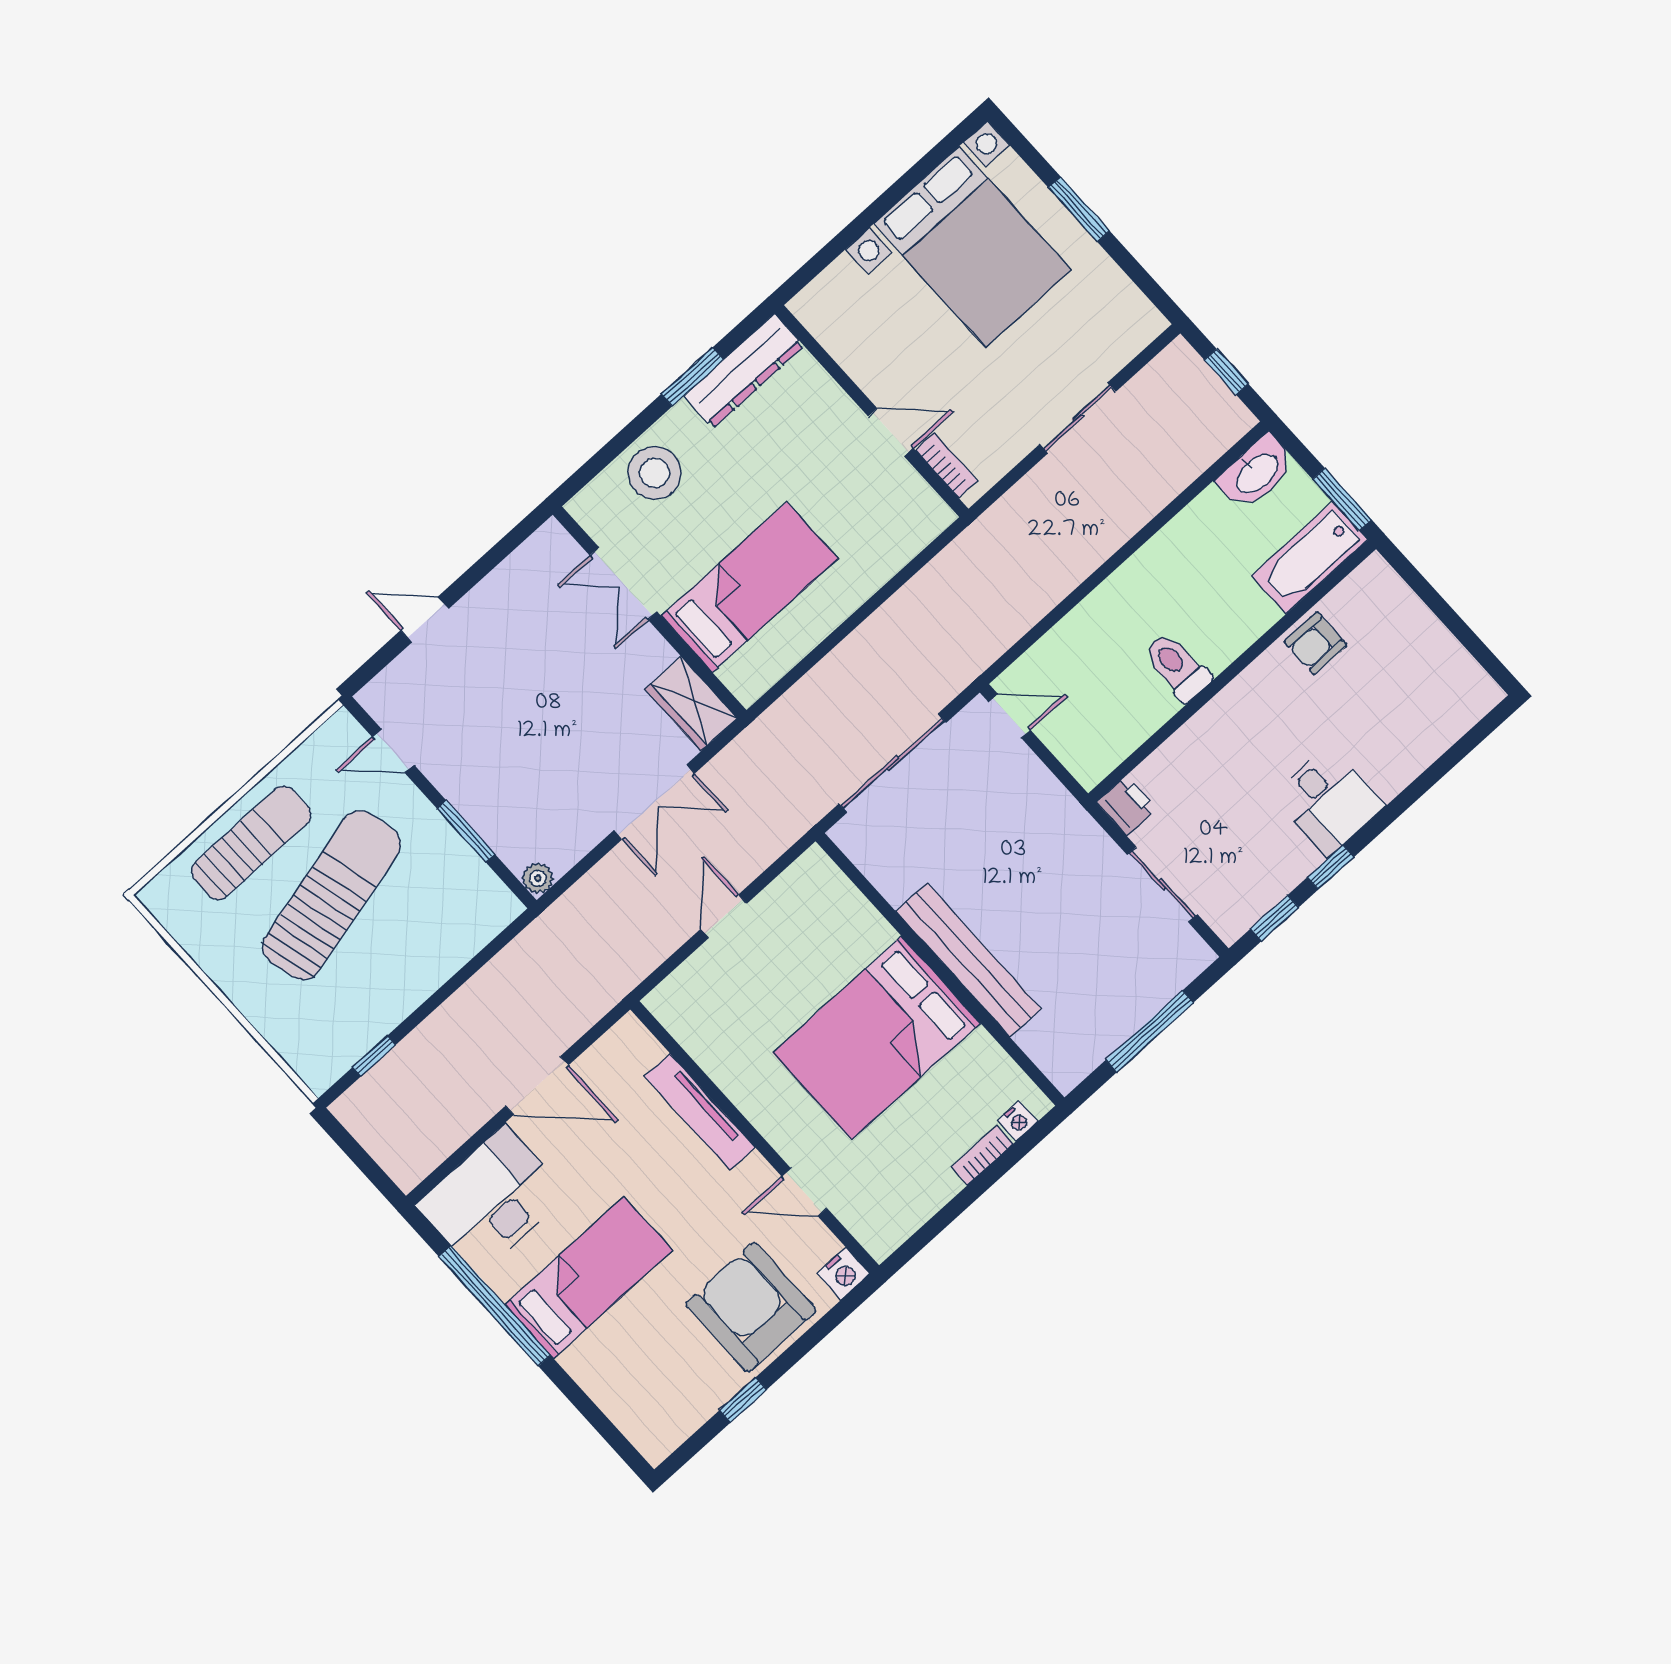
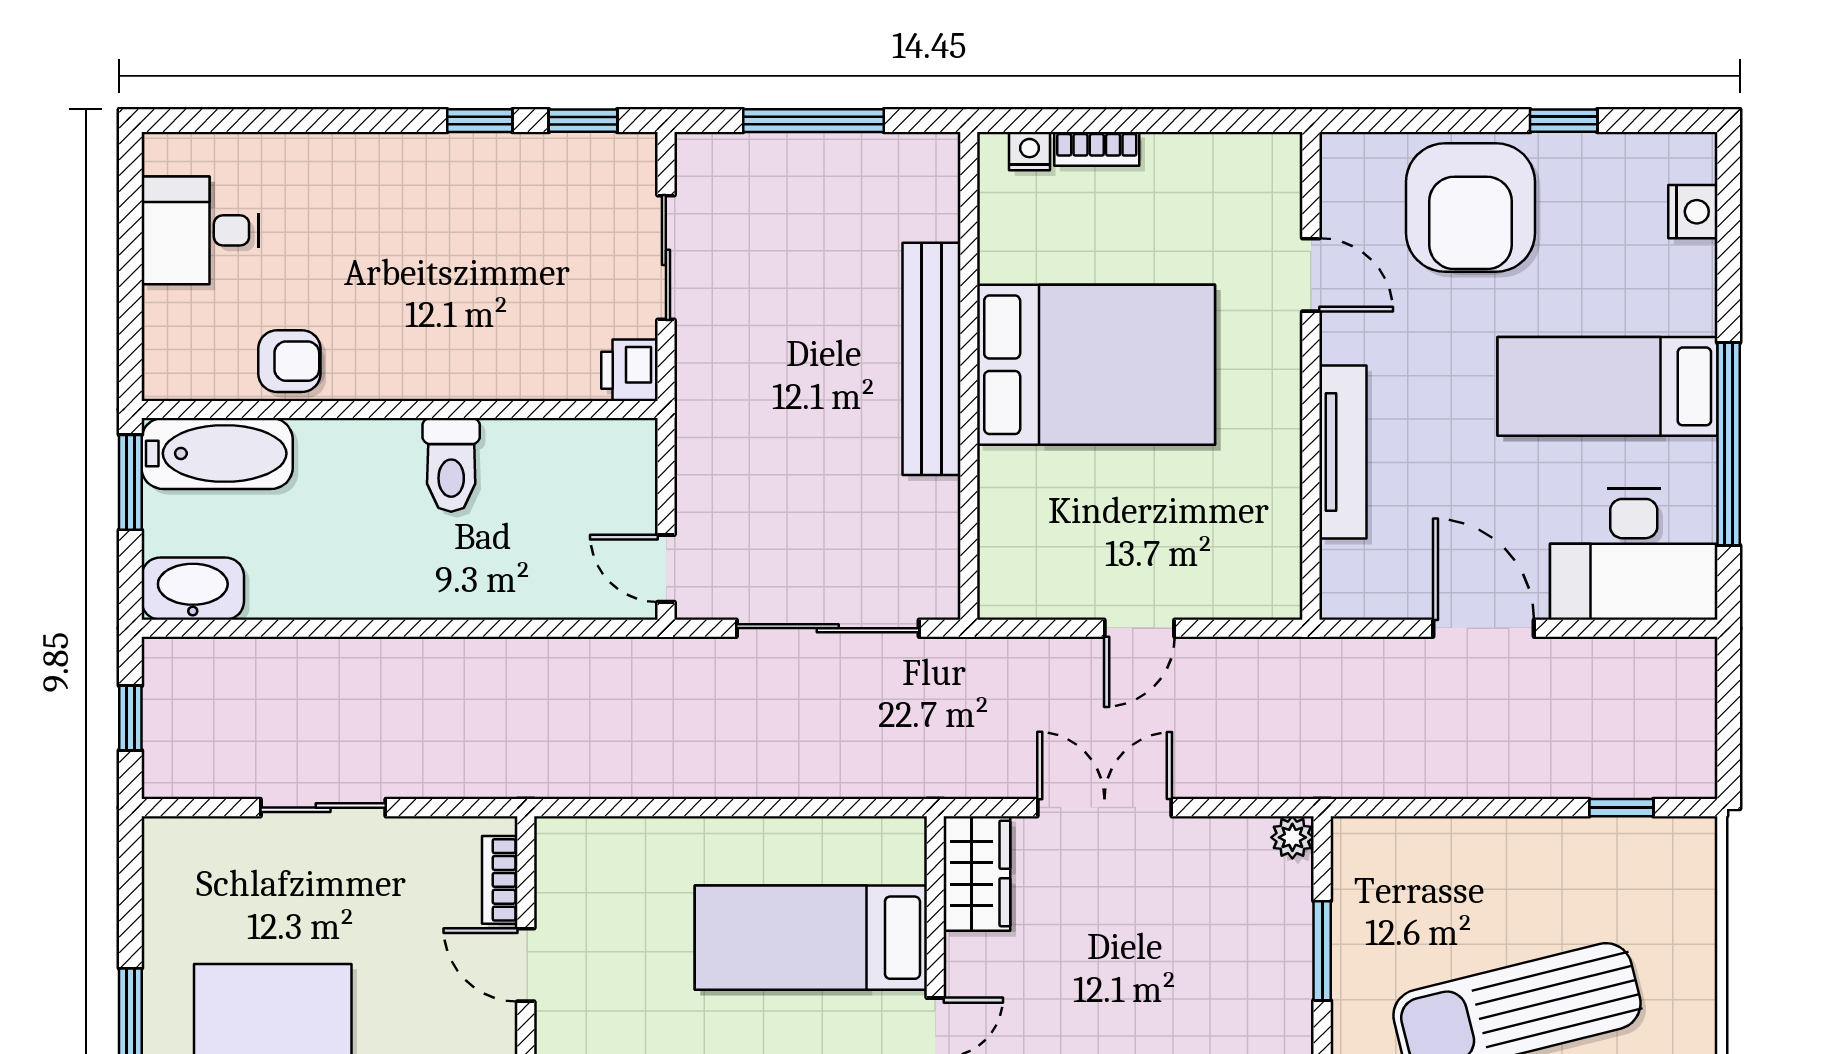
desk: (1328, 801) -> (200, 230), moved, turned -90
nightstand: (843, 1274) -> (1693, 212), moved, turned 90

